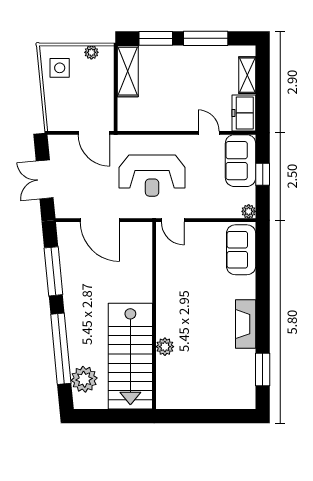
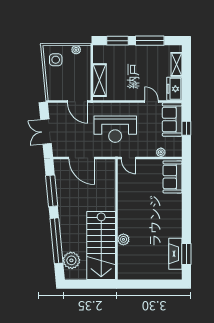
shelving: (128, 71) -> (100, 80), moved
plant: (249, 211) -> (161, 152), moved
fireplace: (246, 324) -> (175, 254), moved

